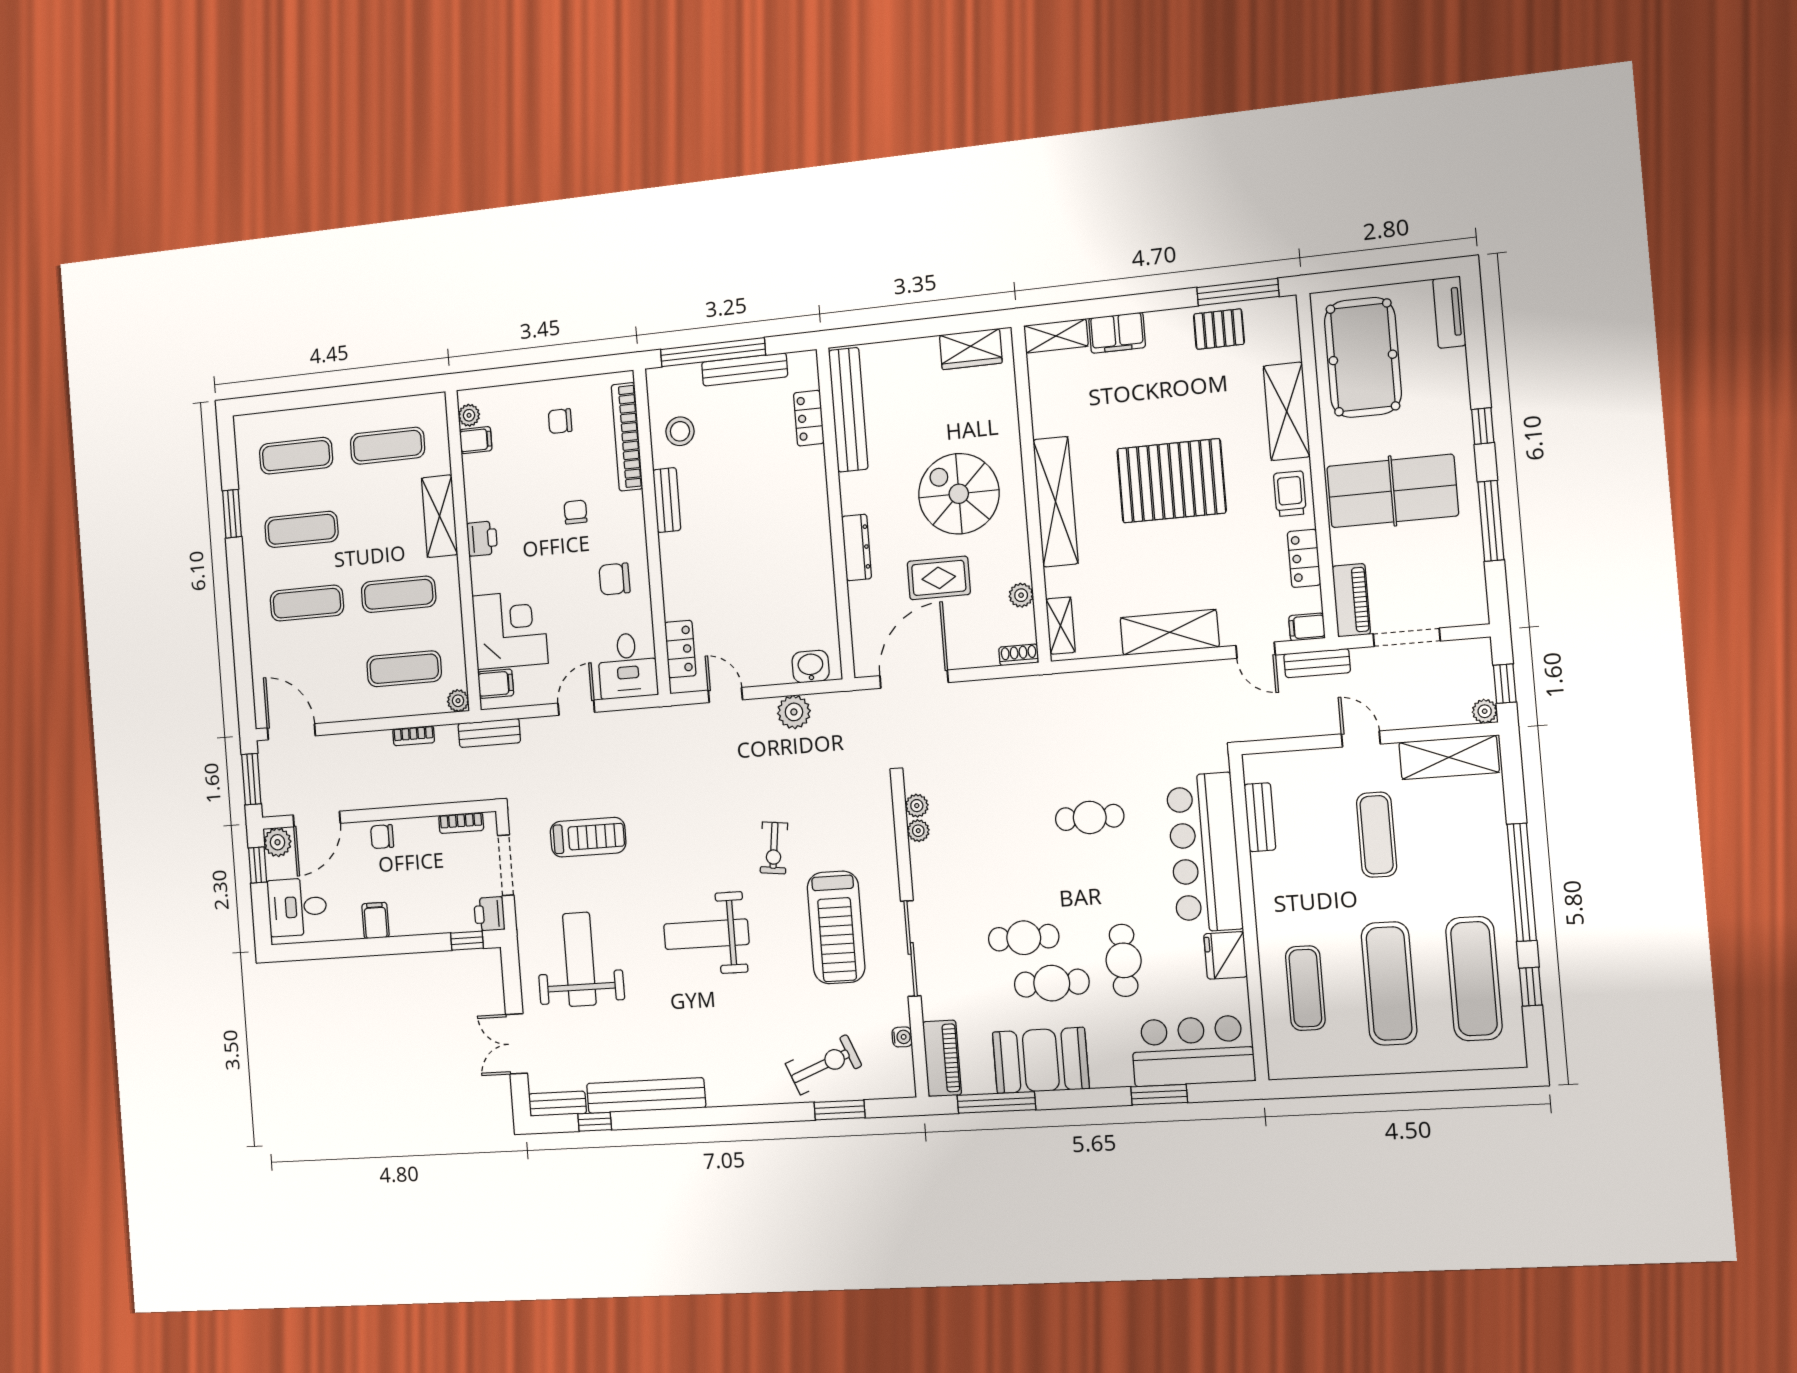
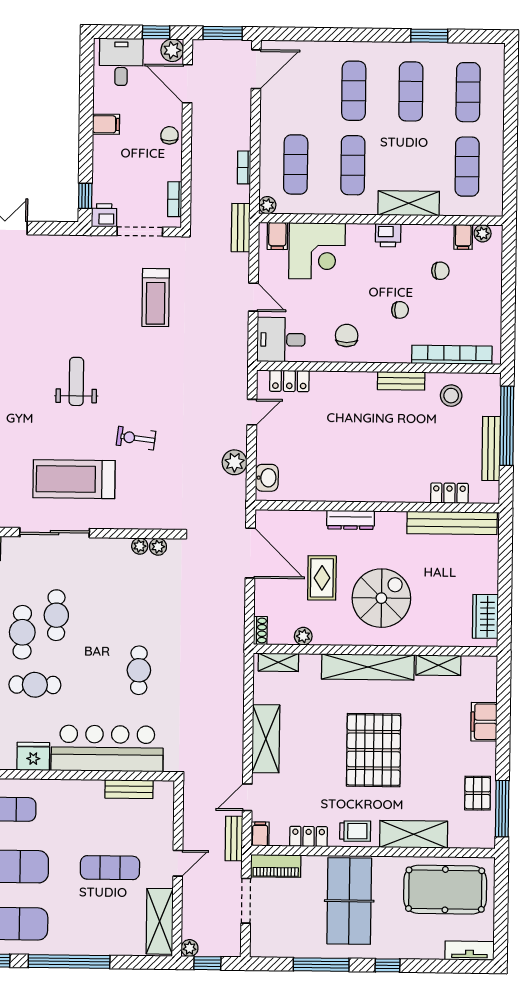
shelving: (1056, 336) -> (438, 665), moved, turned 90
chair: (560, 421) -> (440, 271), moved, turned 90
weight bench: (706, 934) -> (76, 381), width x0.73, depth x0.75
weight bench: (579, 959) -> (65, 282), removed

